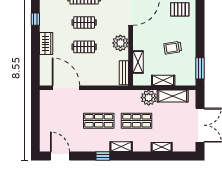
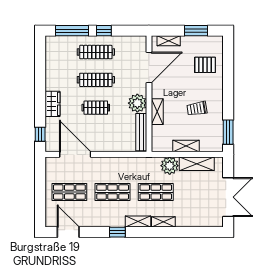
window: (35, 19) -> (40, 134), moved
clothes rail: (84, 23) -> (96, 80), width x1.36
shelving: (138, 62) -> (157, 112), moved
bench: (124, 73) -> (141, 132), width x1.36
shop shelf: (61, 121) -> (69, 192), added
shelving: (162, 147) -> (163, 222), moved

